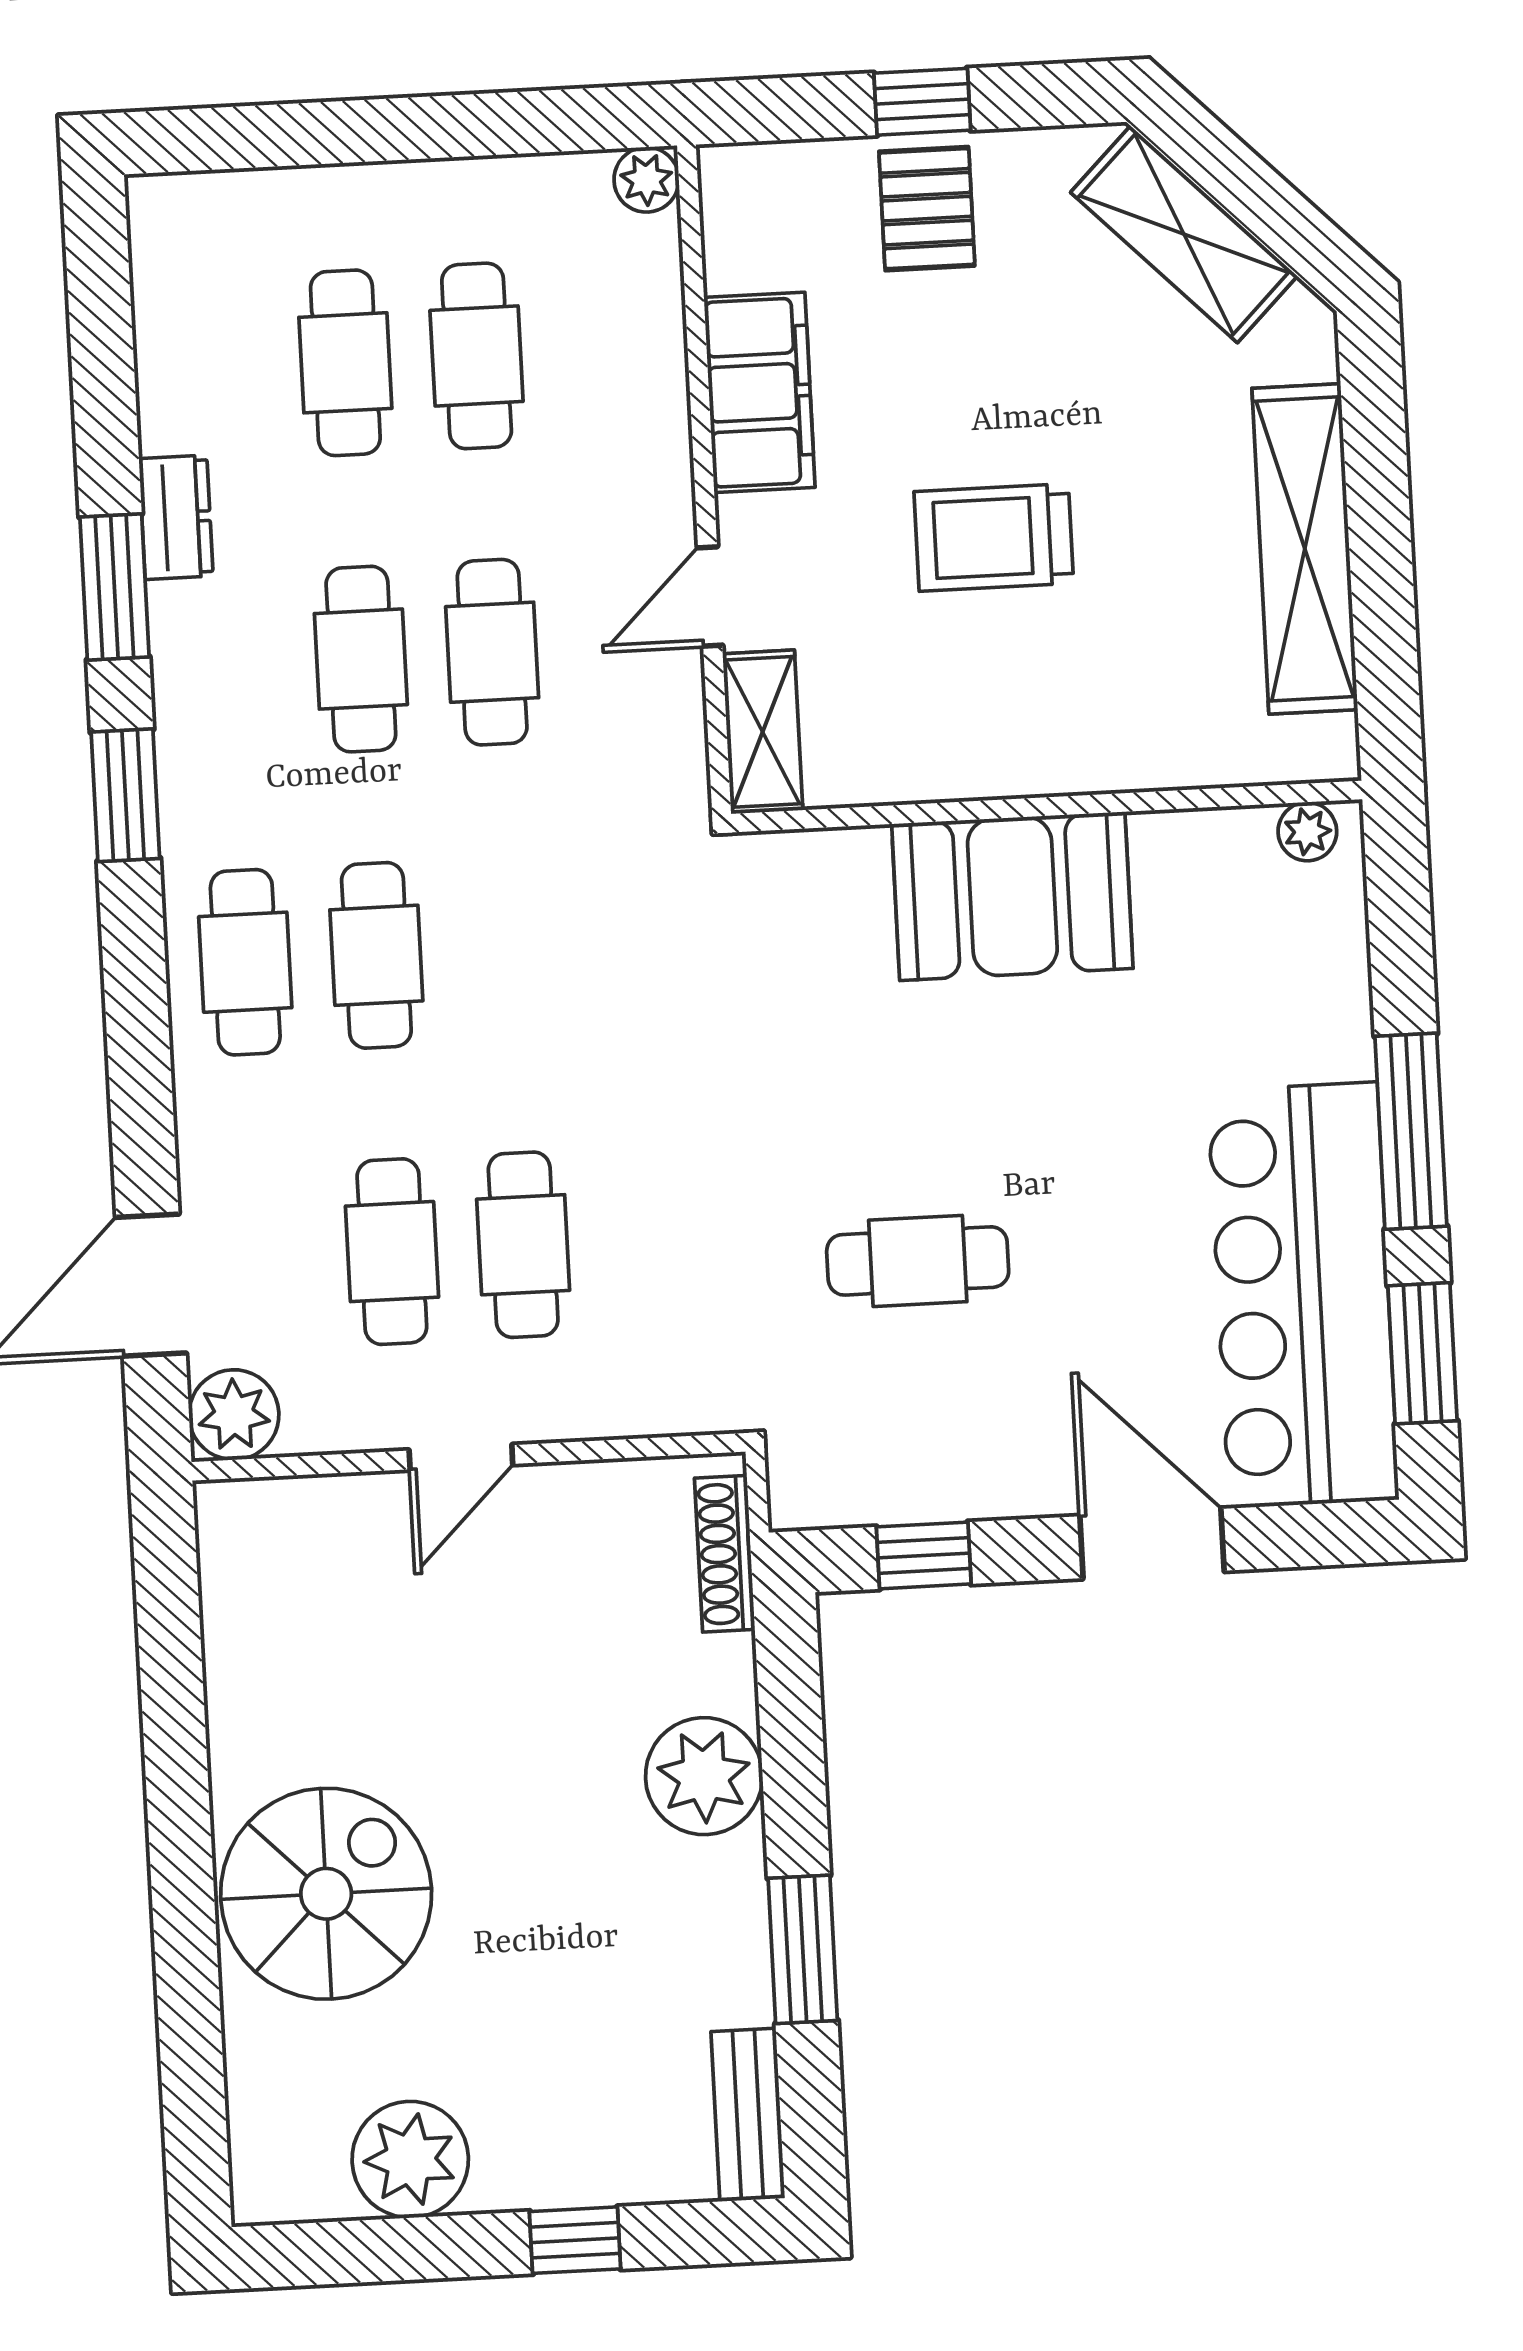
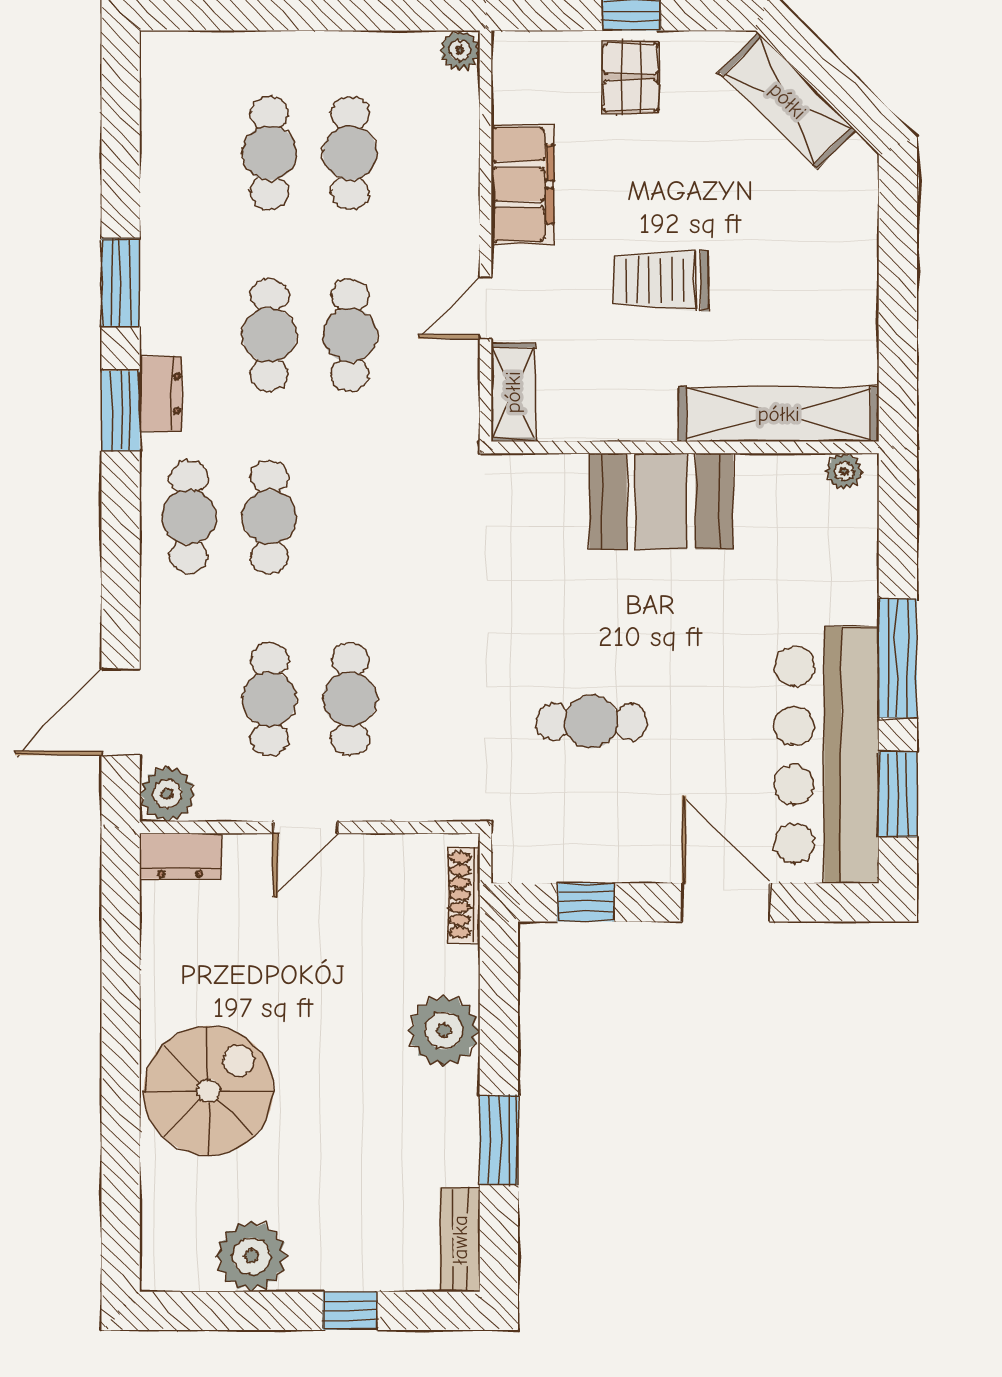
dresser: (176, 517) -> (161, 394), moved
shelving: (1305, 549) -> (779, 414), moved, turned 90
dresser: (260, 1514) -> (180, 856), added

